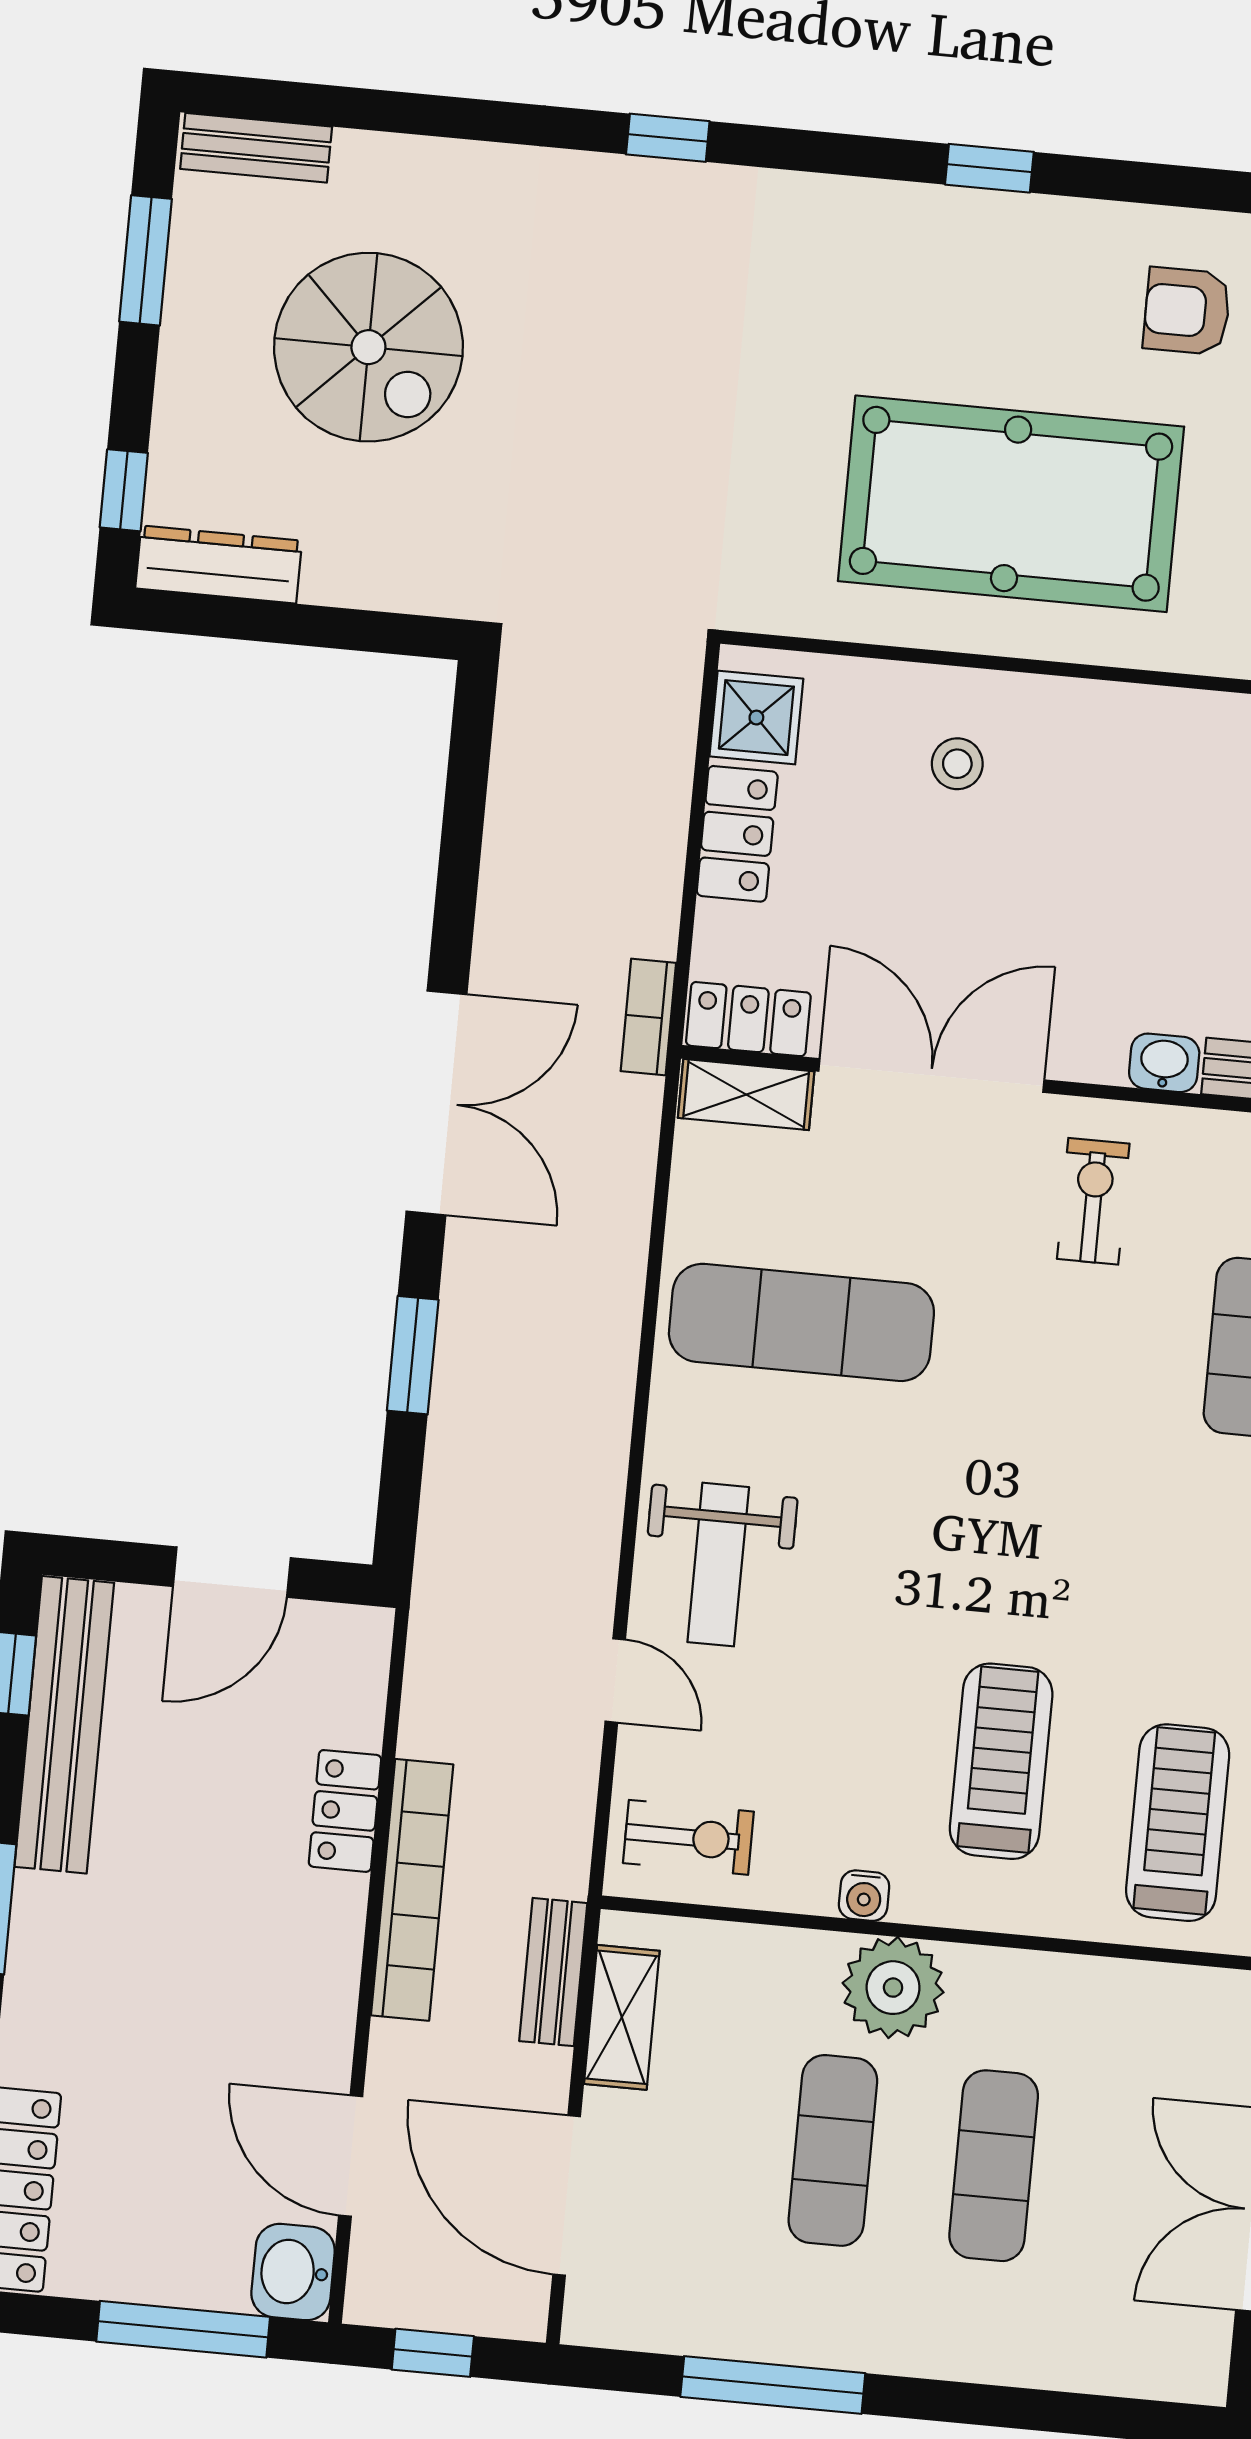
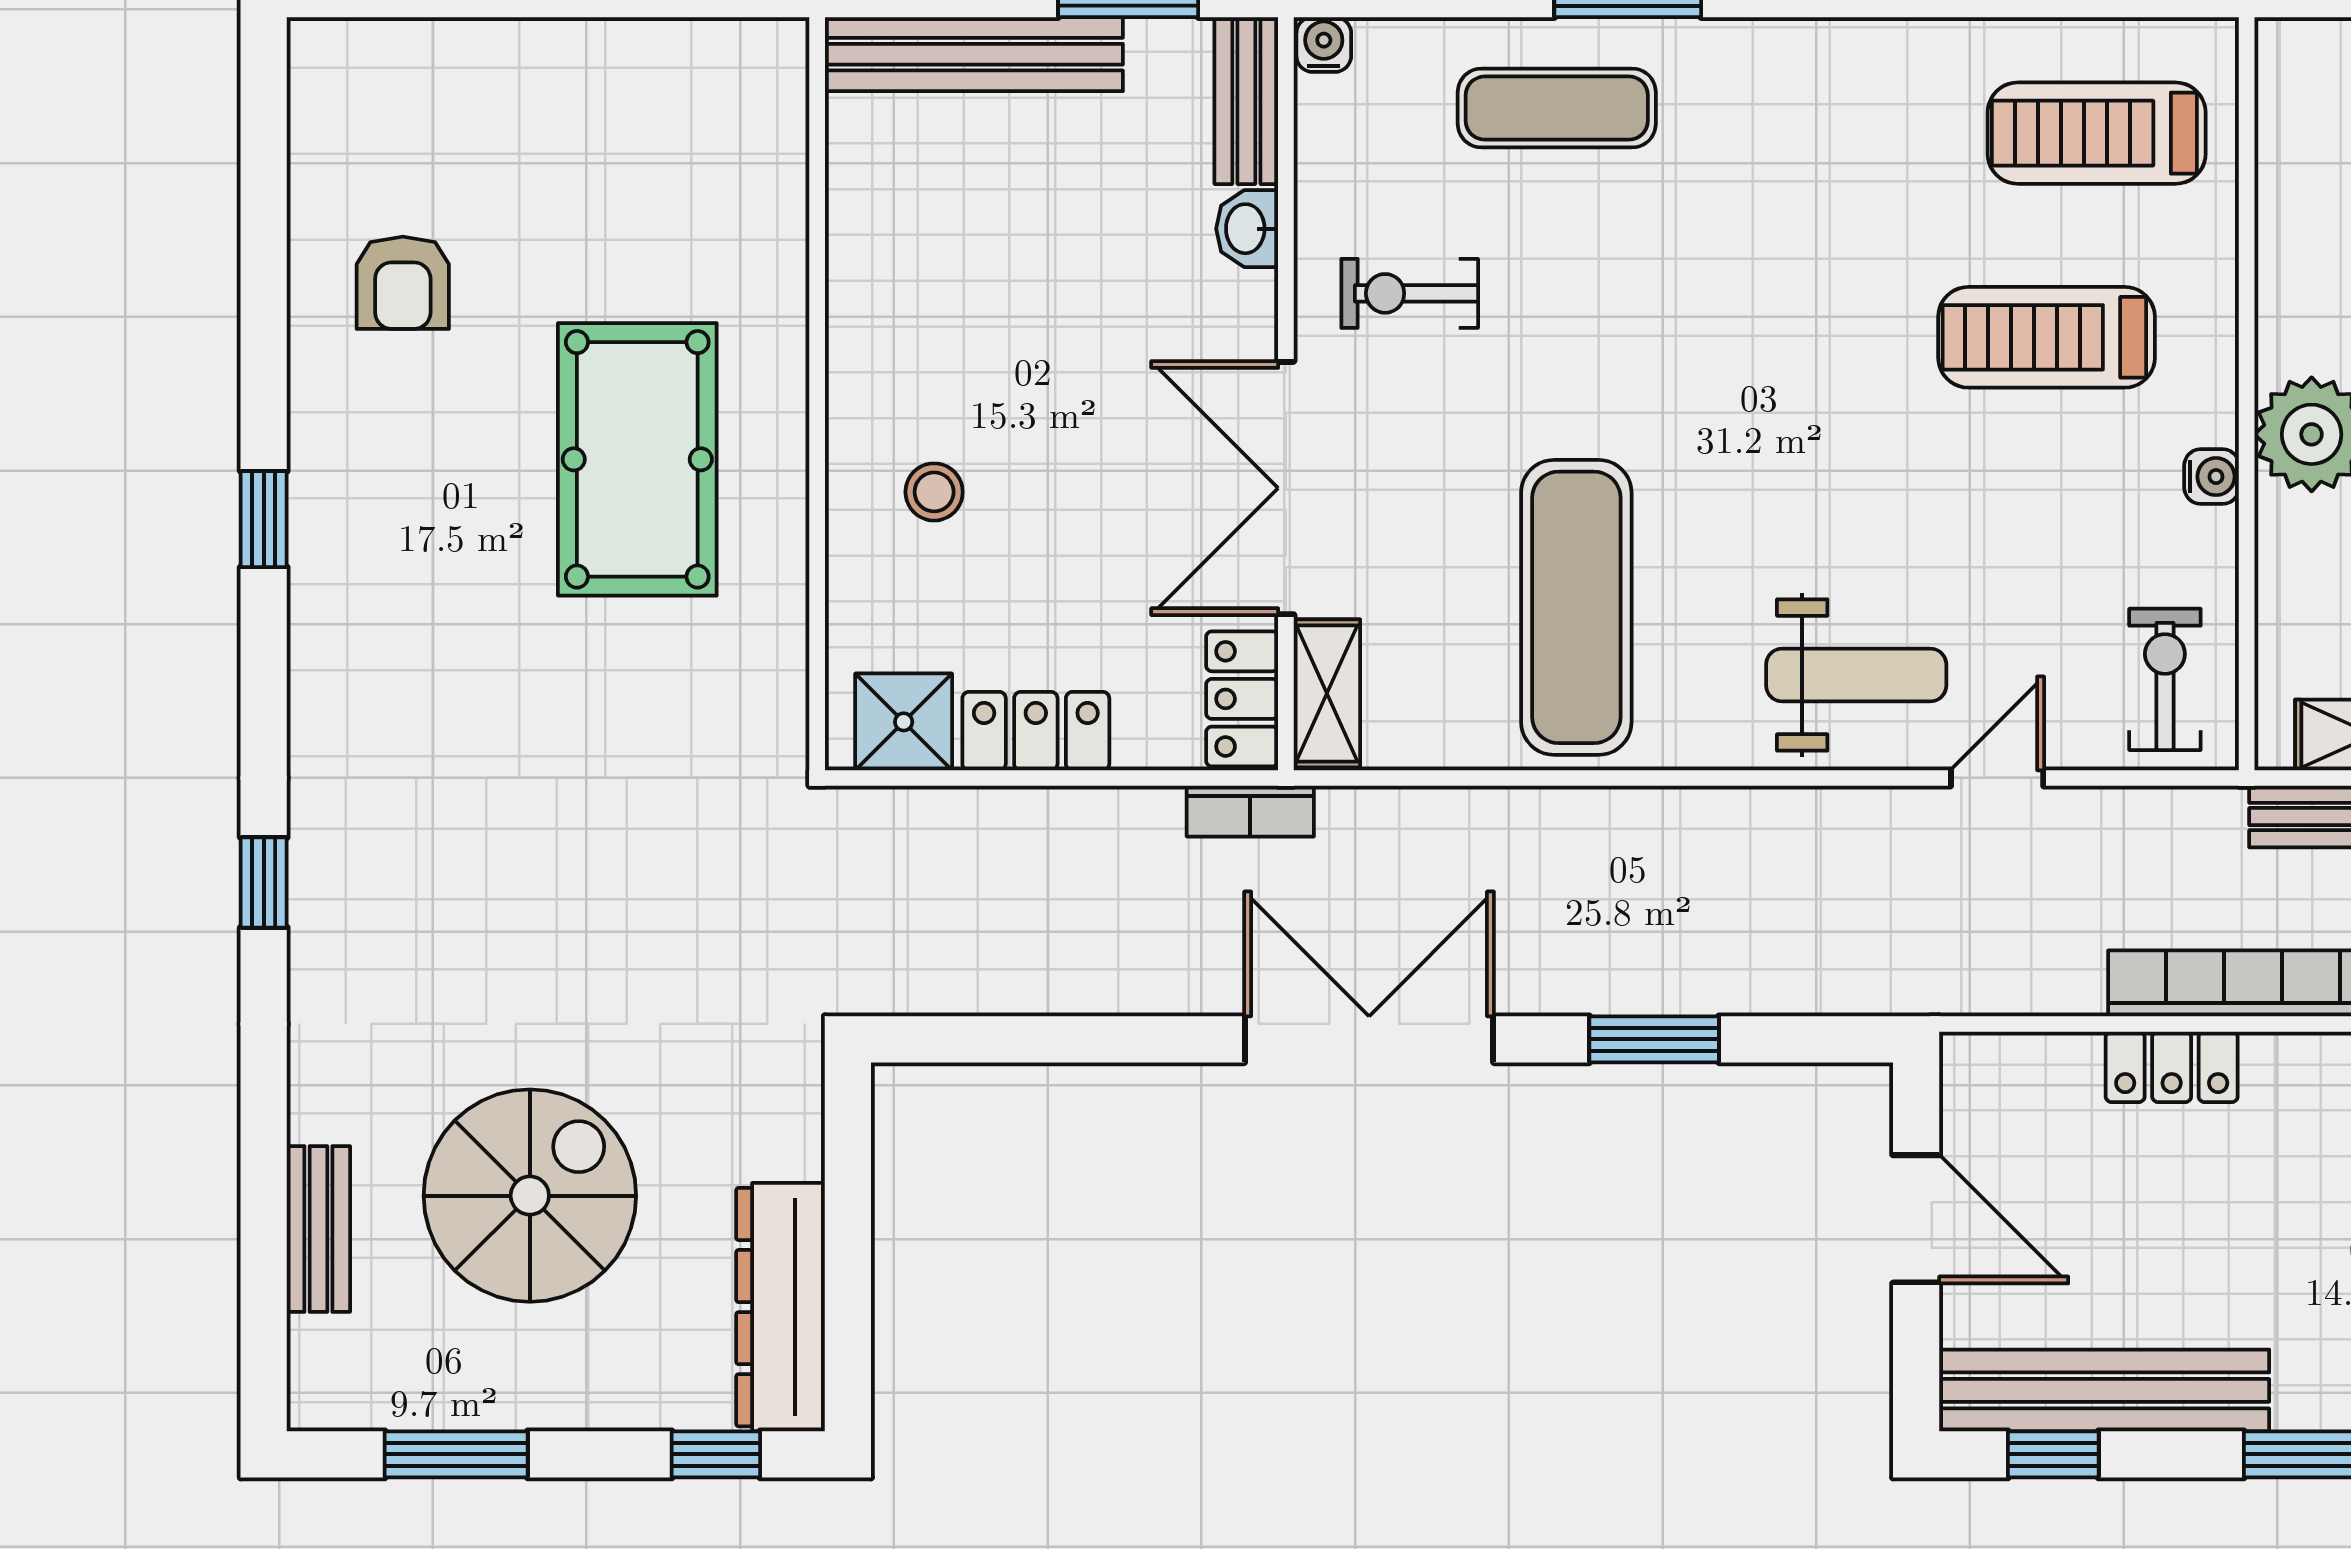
bench: (256, 148) -> (318, 1229), moved
pool table: (1011, 504) -> (637, 459), width x0.73, depth x0.76
dresser: (219, 565) -> (780, 1307), width x1.37, depth x1.24

